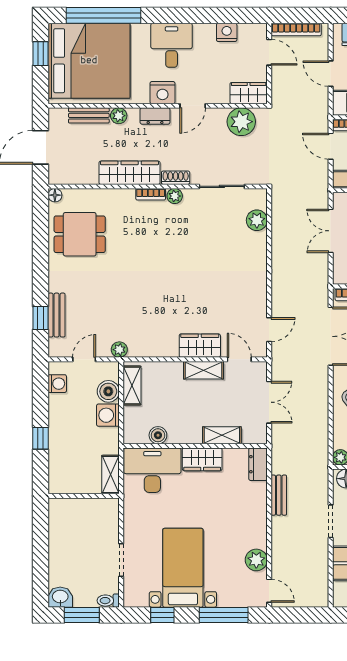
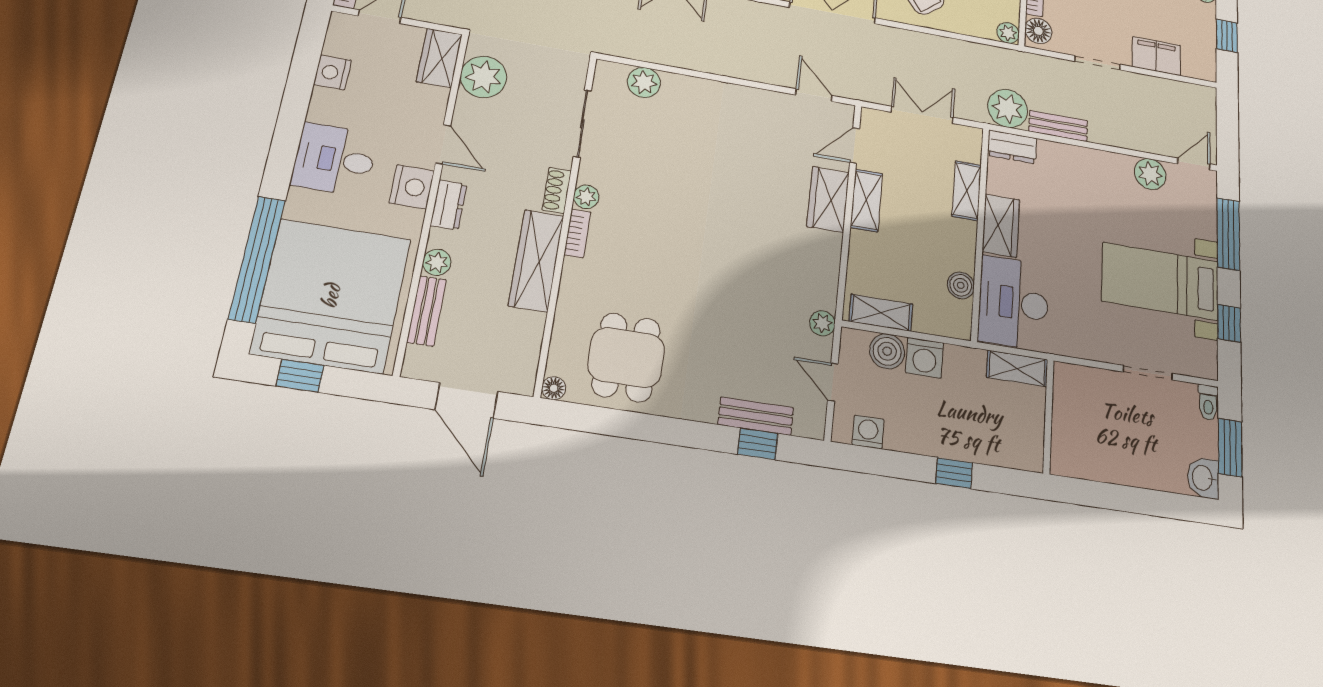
plant: (285, 460) -> (1008, 108), added

